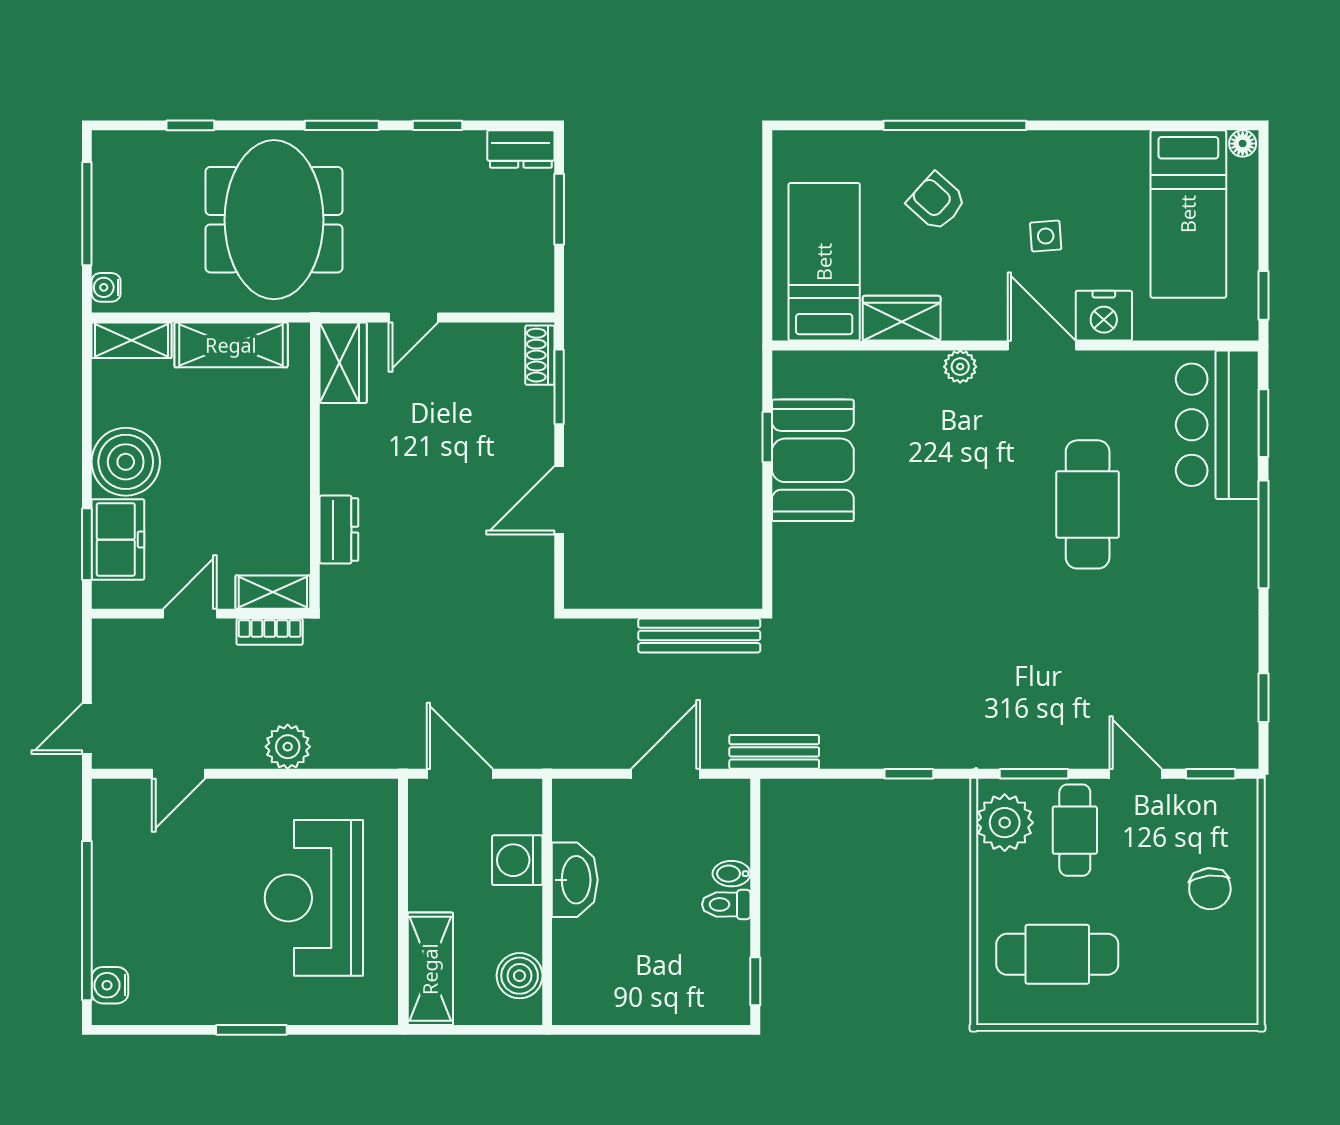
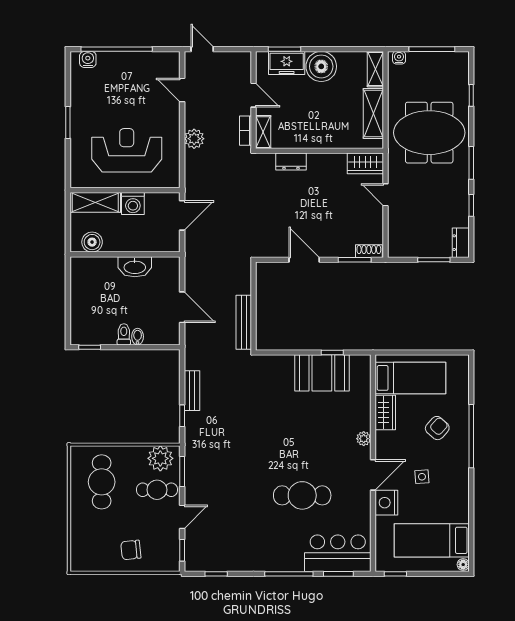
bench: (774, 752) -> (192, 391), moved
washing machine: (517, 860) -> (133, 203), moved, turned 180

